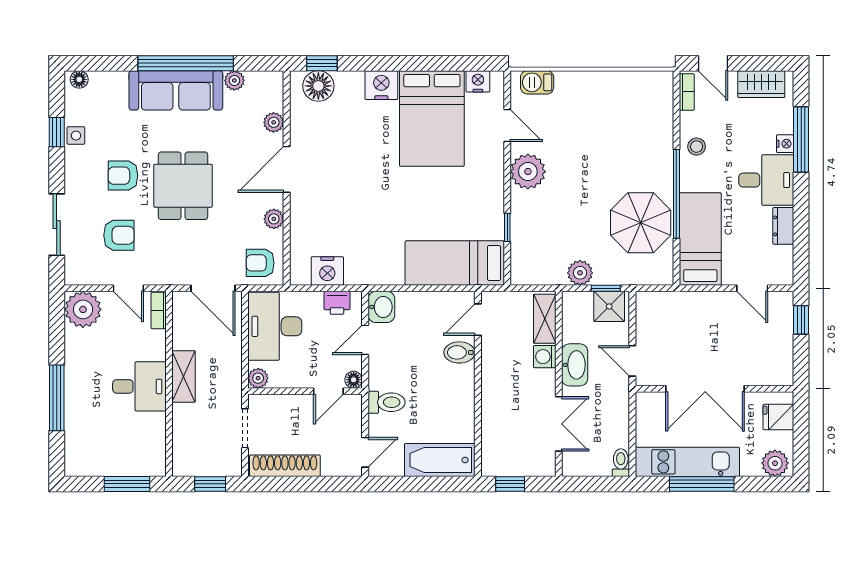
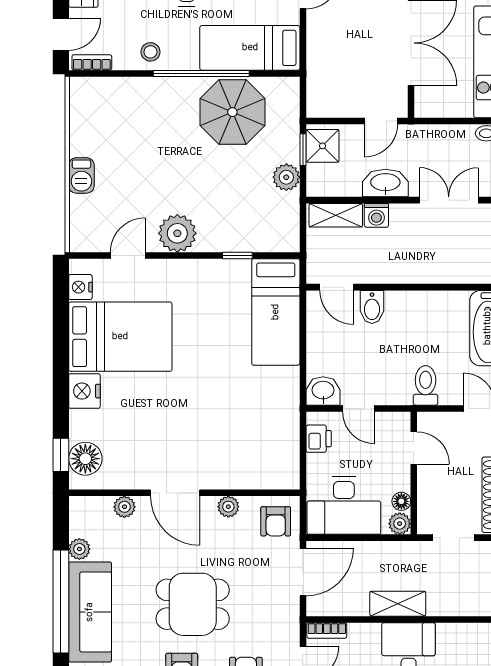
barbecue: (537, 82) -> (81, 175), moved
nightstand: (327, 271) -> (284, 449), removed
floor lamp: (354, 380) -> (401, 501), moved

